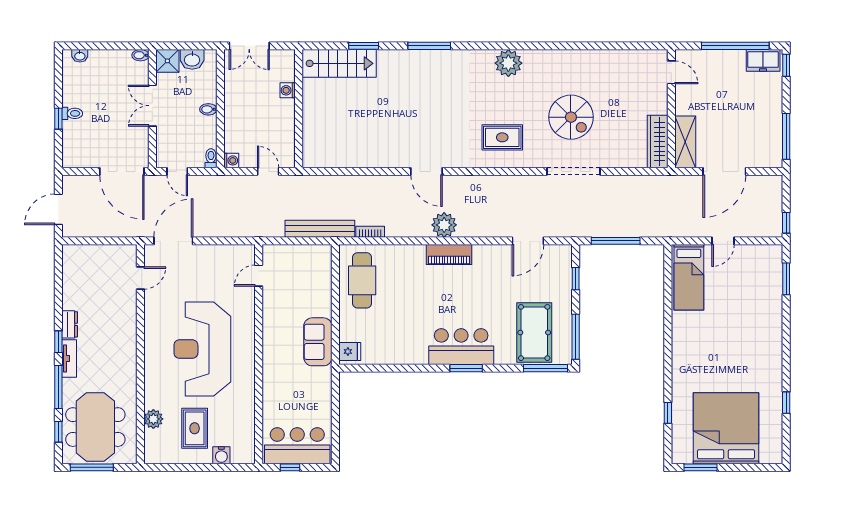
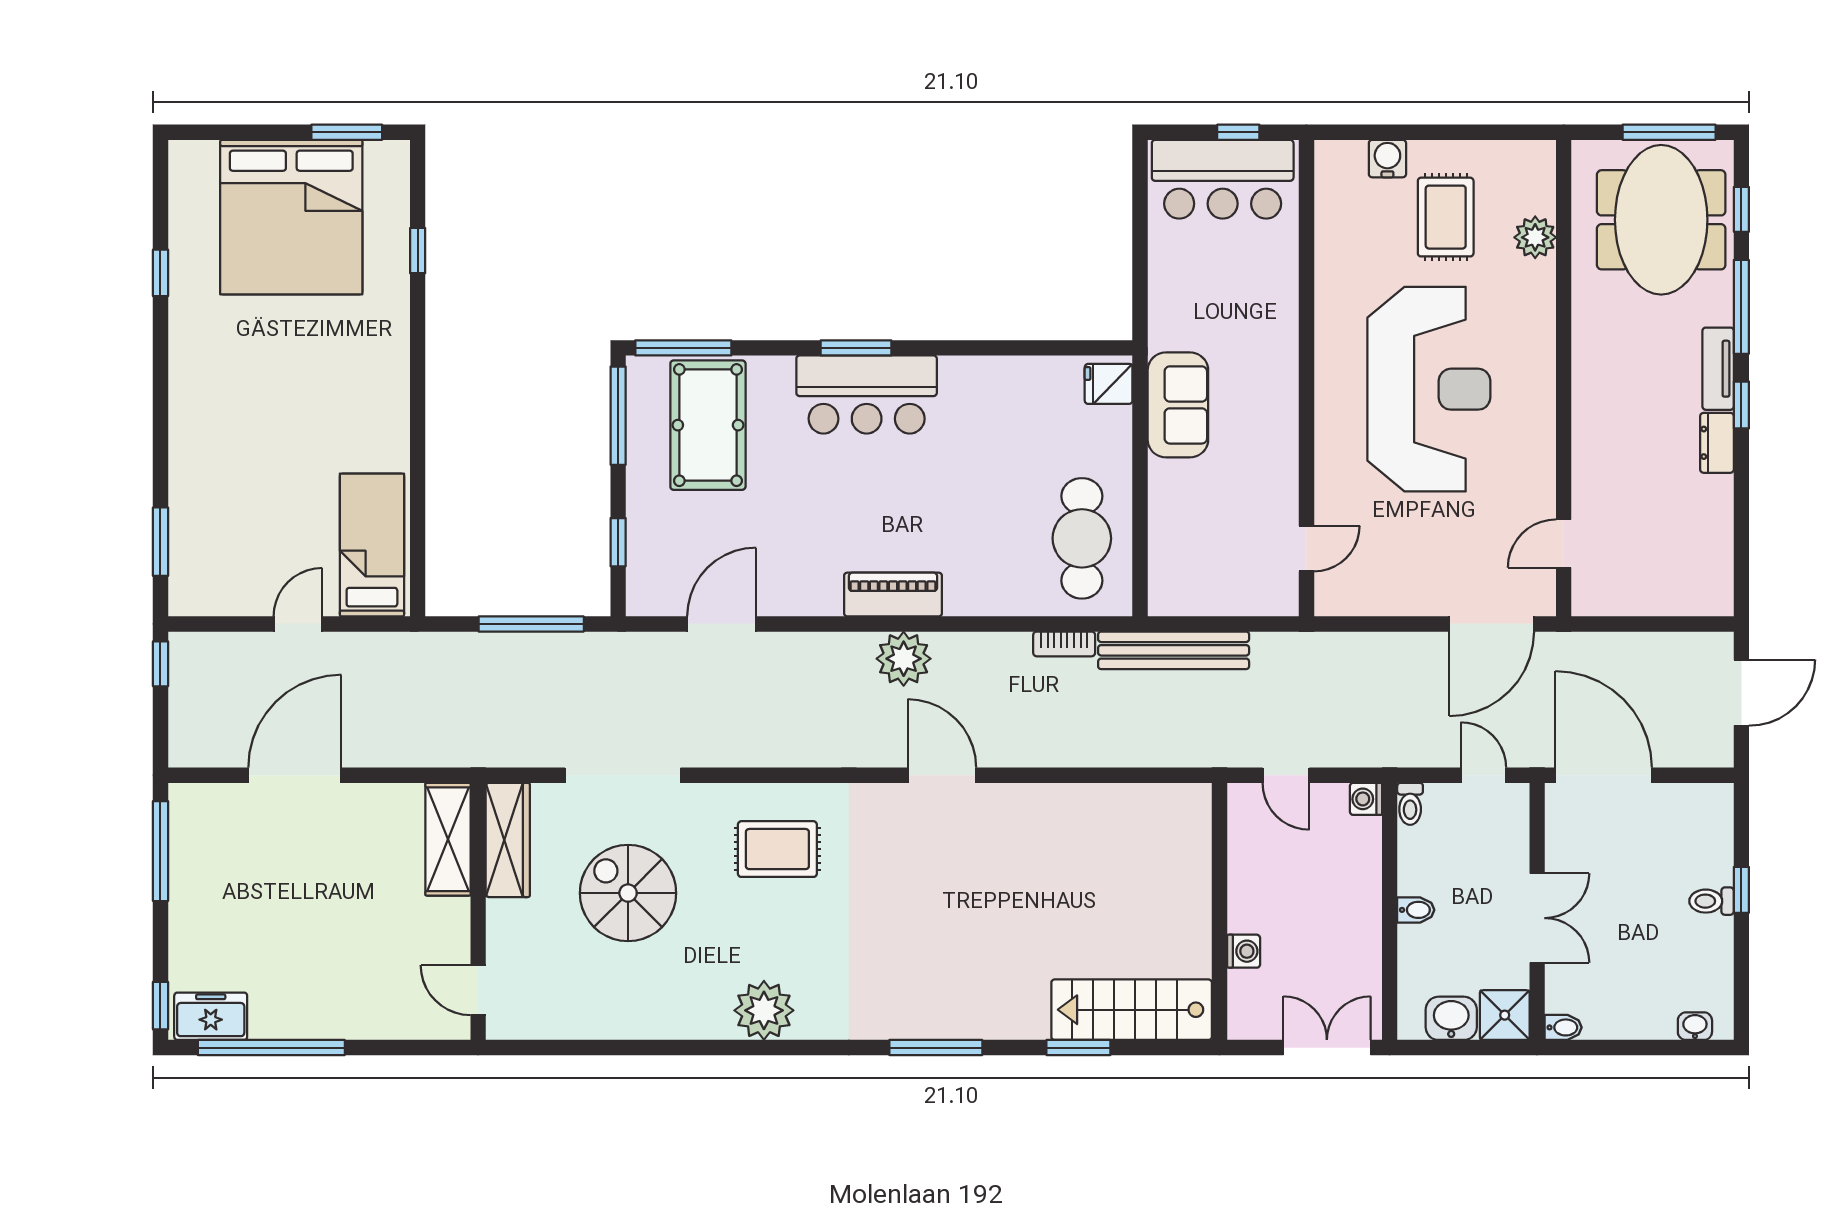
door: (671, 72) -> (478, 990), moved
wall: (671, 109) -> (478, 911), moved
wardrobe: (658, 142) -> (508, 840), moved
shelving: (685, 142) -> (448, 839), moved

